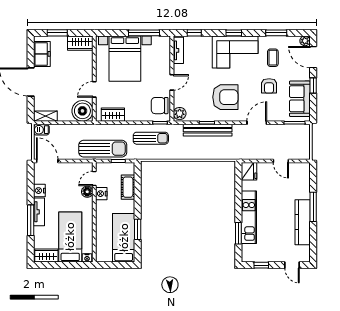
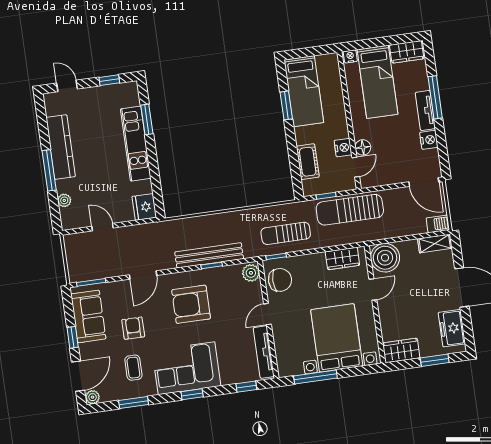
tv unit: (178, 50) -> (264, 352), width x1.41
door: (313, 57) -> (78, 376), hinge flipped
plant: (305, 184) -> (64, 200), added

